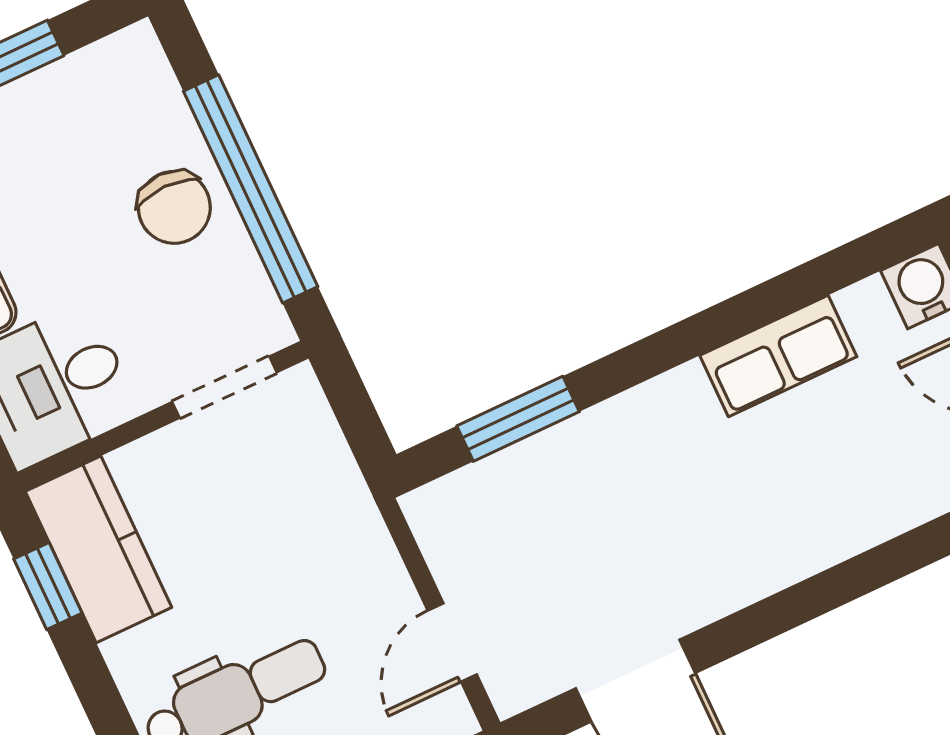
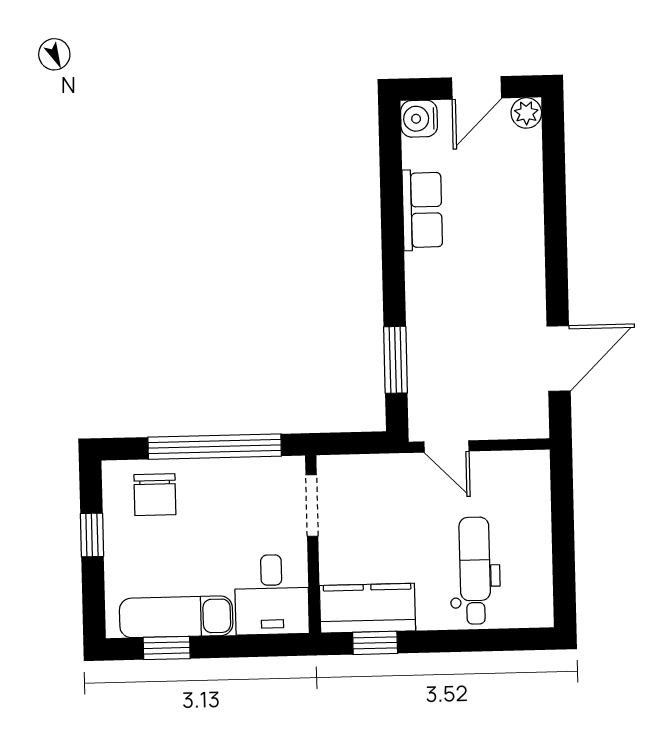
chair: (174, 207) -> (155, 495), moved, turned 90
door: (452, 643) -> (446, 446), moved

